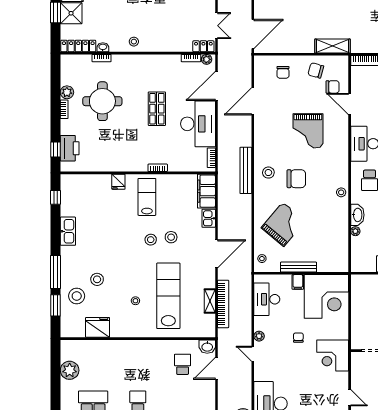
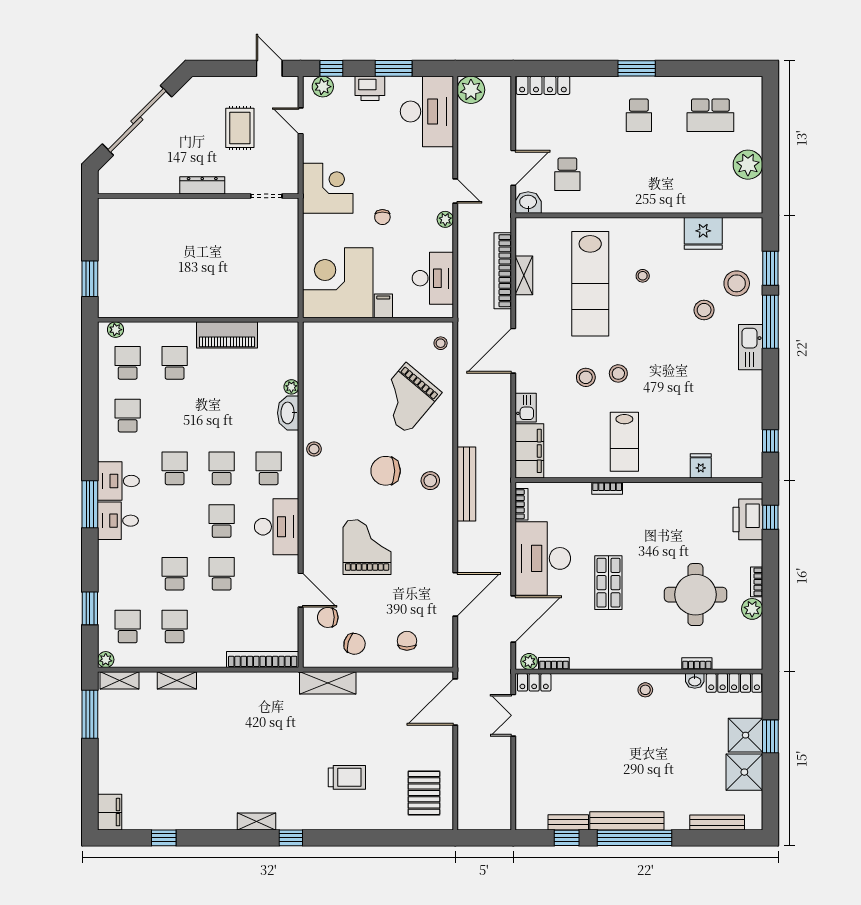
fridge: (118, 182) -> (701, 466), moved
kitchen sink: (68, 231) -> (751, 347), moved
bench: (299, 267) -> (382, 330), removed

